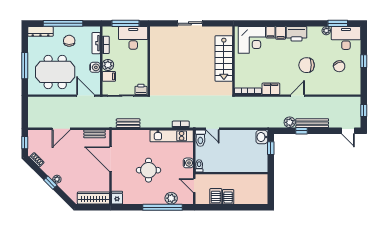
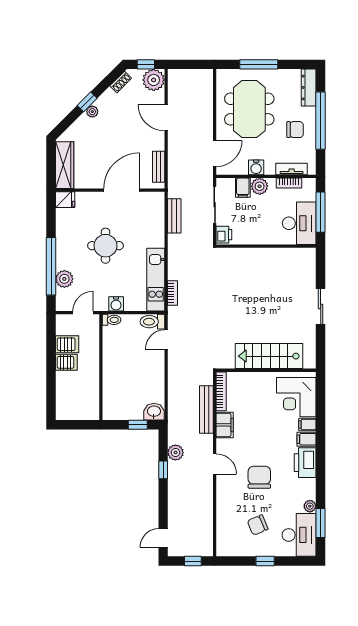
bench: (312, 123) -> (206, 410), moved
plant: (35, 137) -> (154, 80), added

